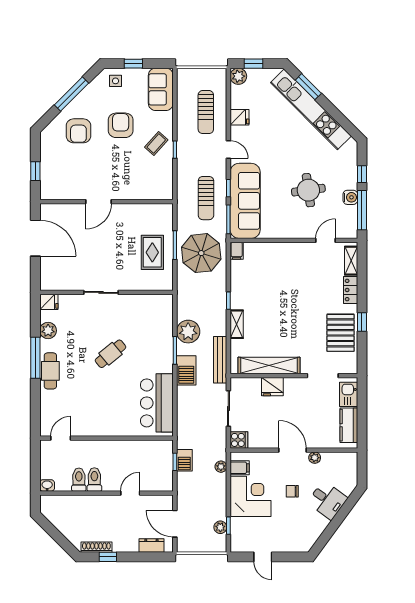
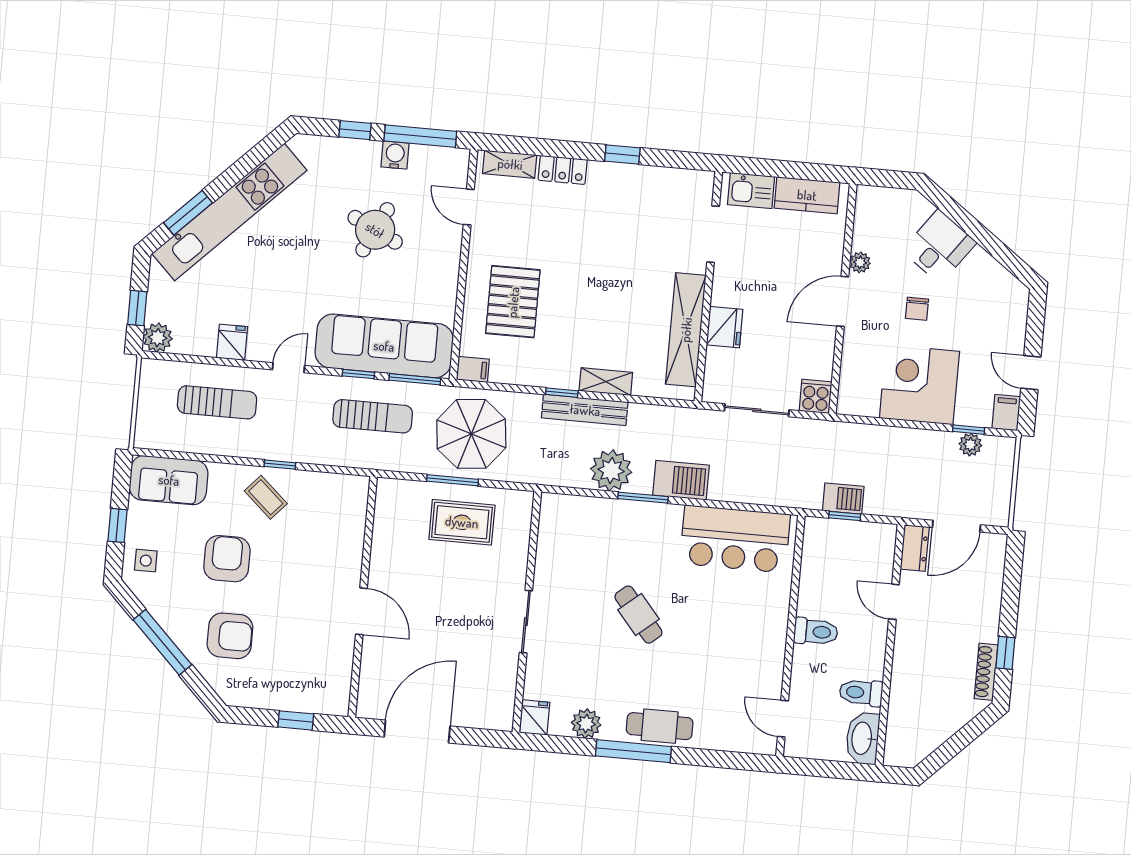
armchair: (121, 125) -> (227, 559), turned 90
round table: (308, 190) -> (375, 230), turned 34
pallet: (341, 333) -> (513, 302), moved, turned 90
bench: (220, 360) -> (585, 410), moved
plant: (221, 467) -> (861, 433), removed
filing cabinet: (240, 468) -> (1006, 413), moved
toilet: (94, 480) -> (816, 632), moved, turned 180
washbasin: (47, 485) -> (863, 738), width x1.91, depth x1.45
dresser: (151, 545) -> (915, 548), moved, turned 180
door: (263, 557) -> (1031, 373), swing flipped

